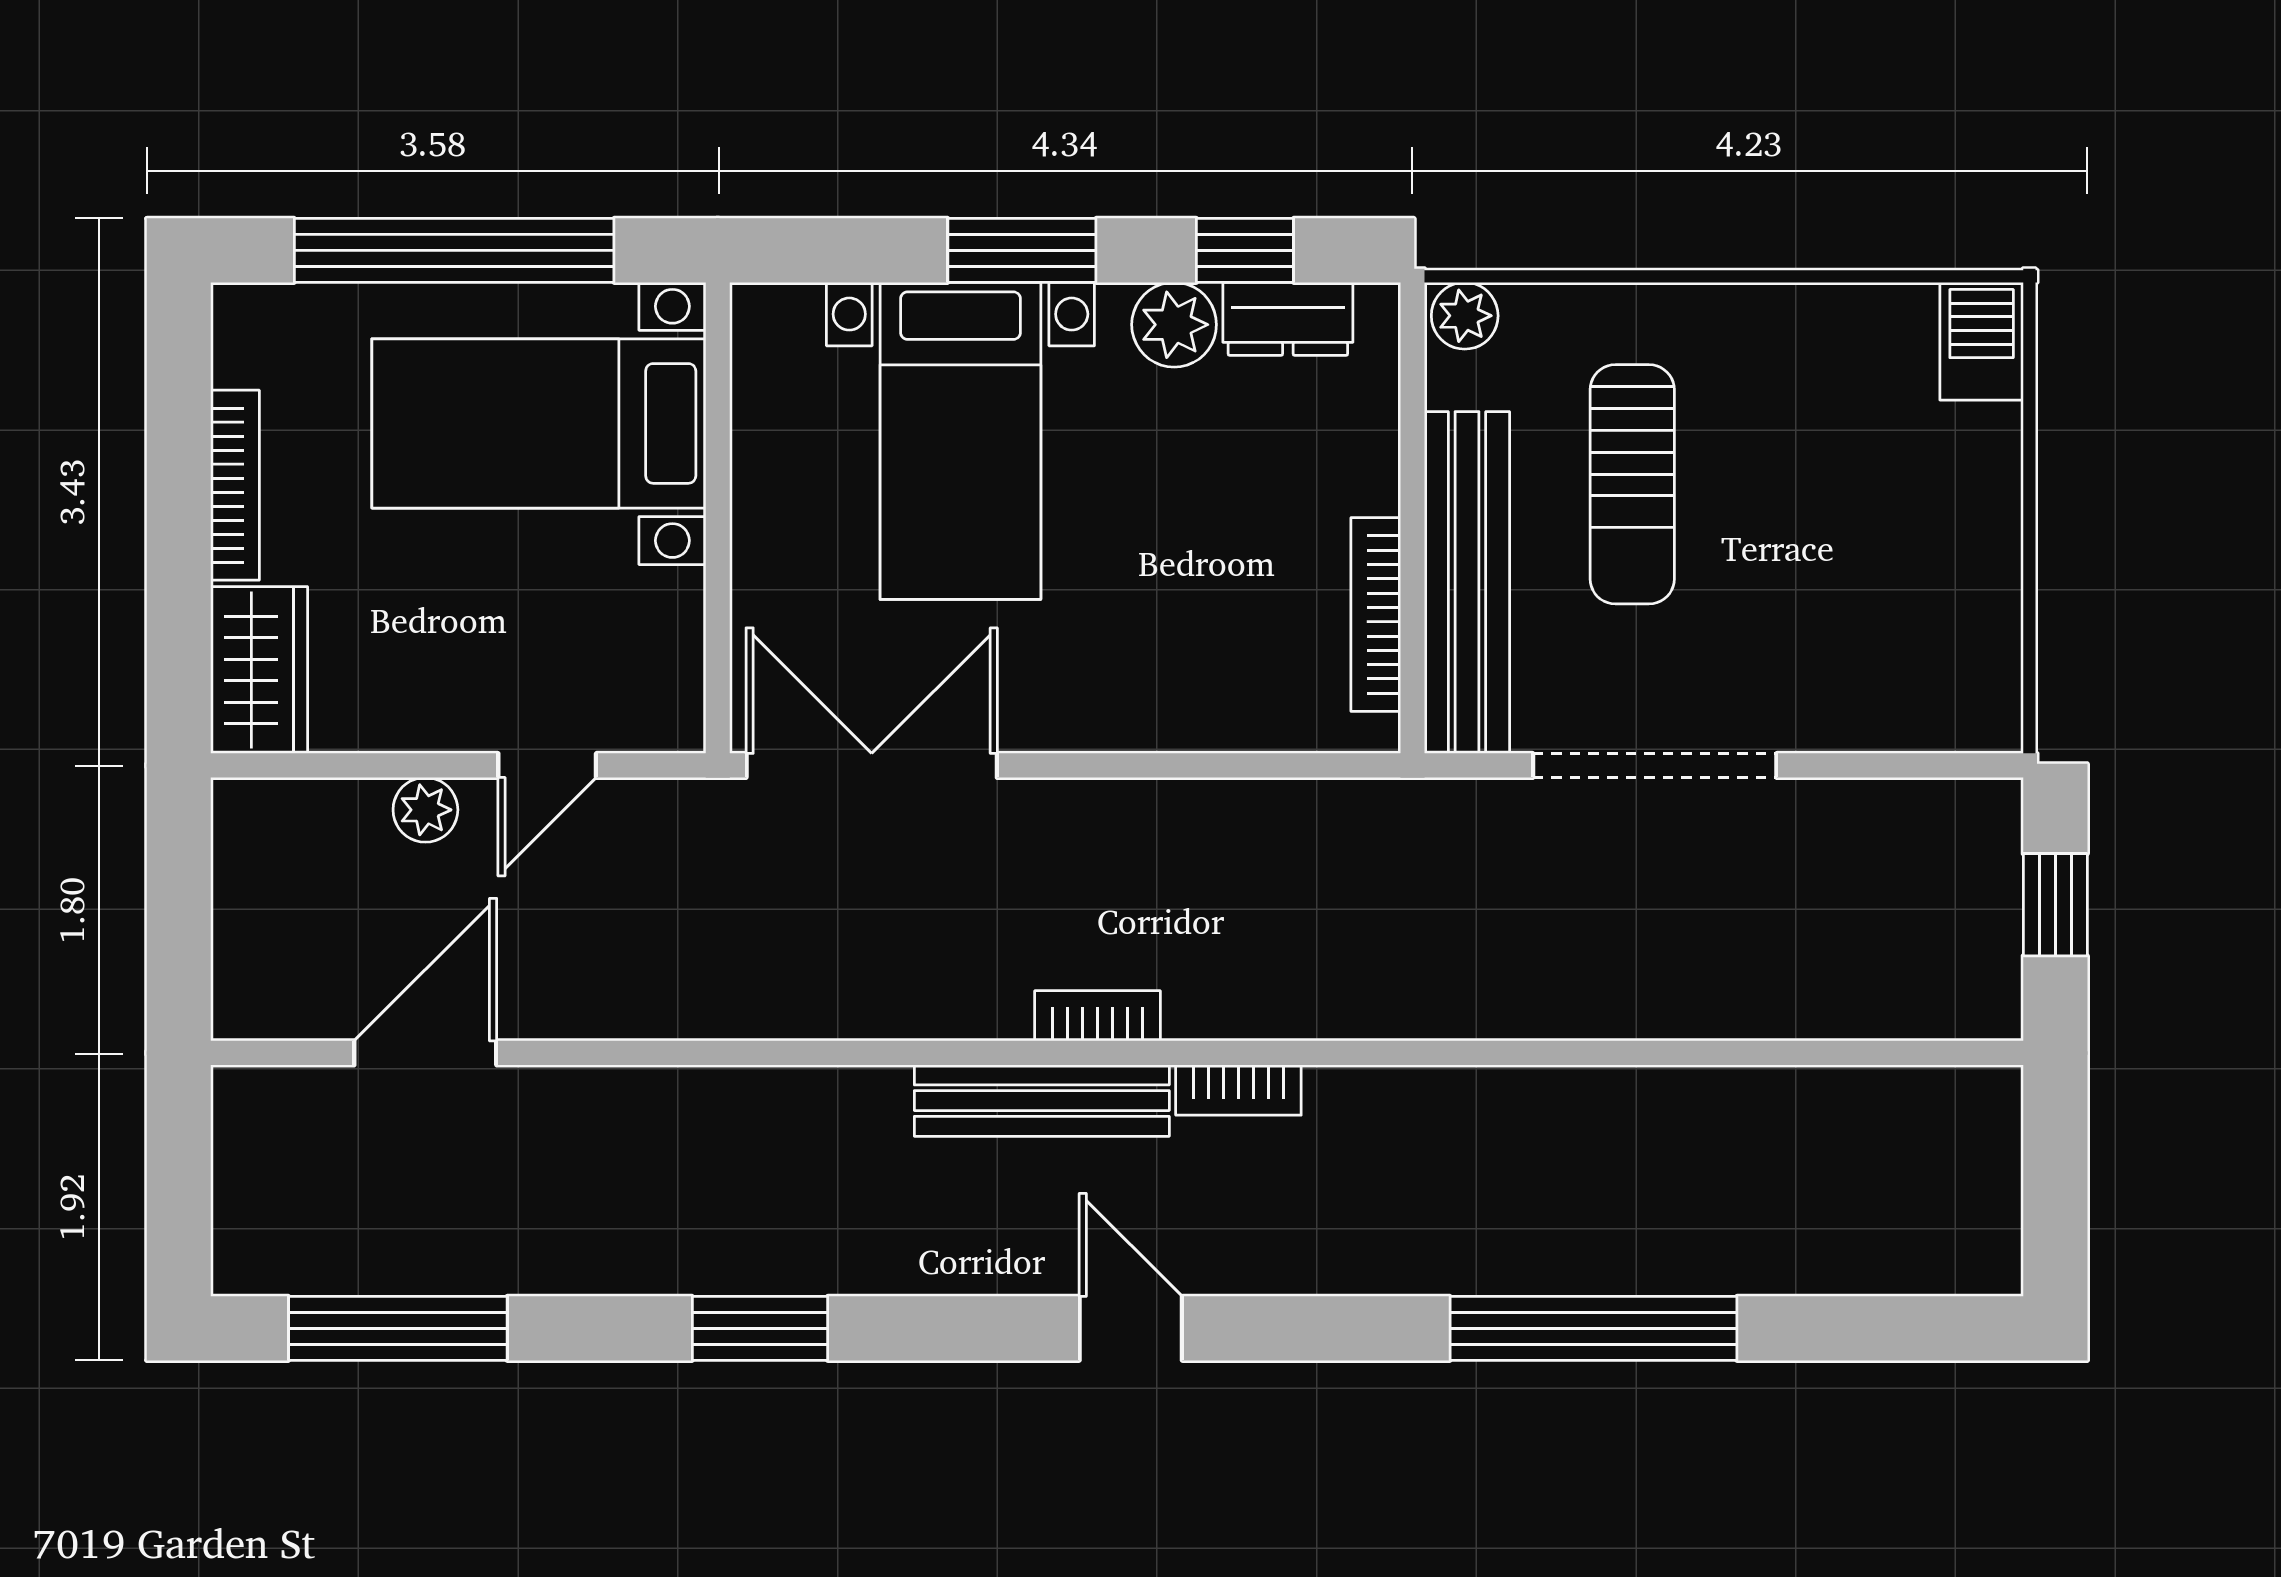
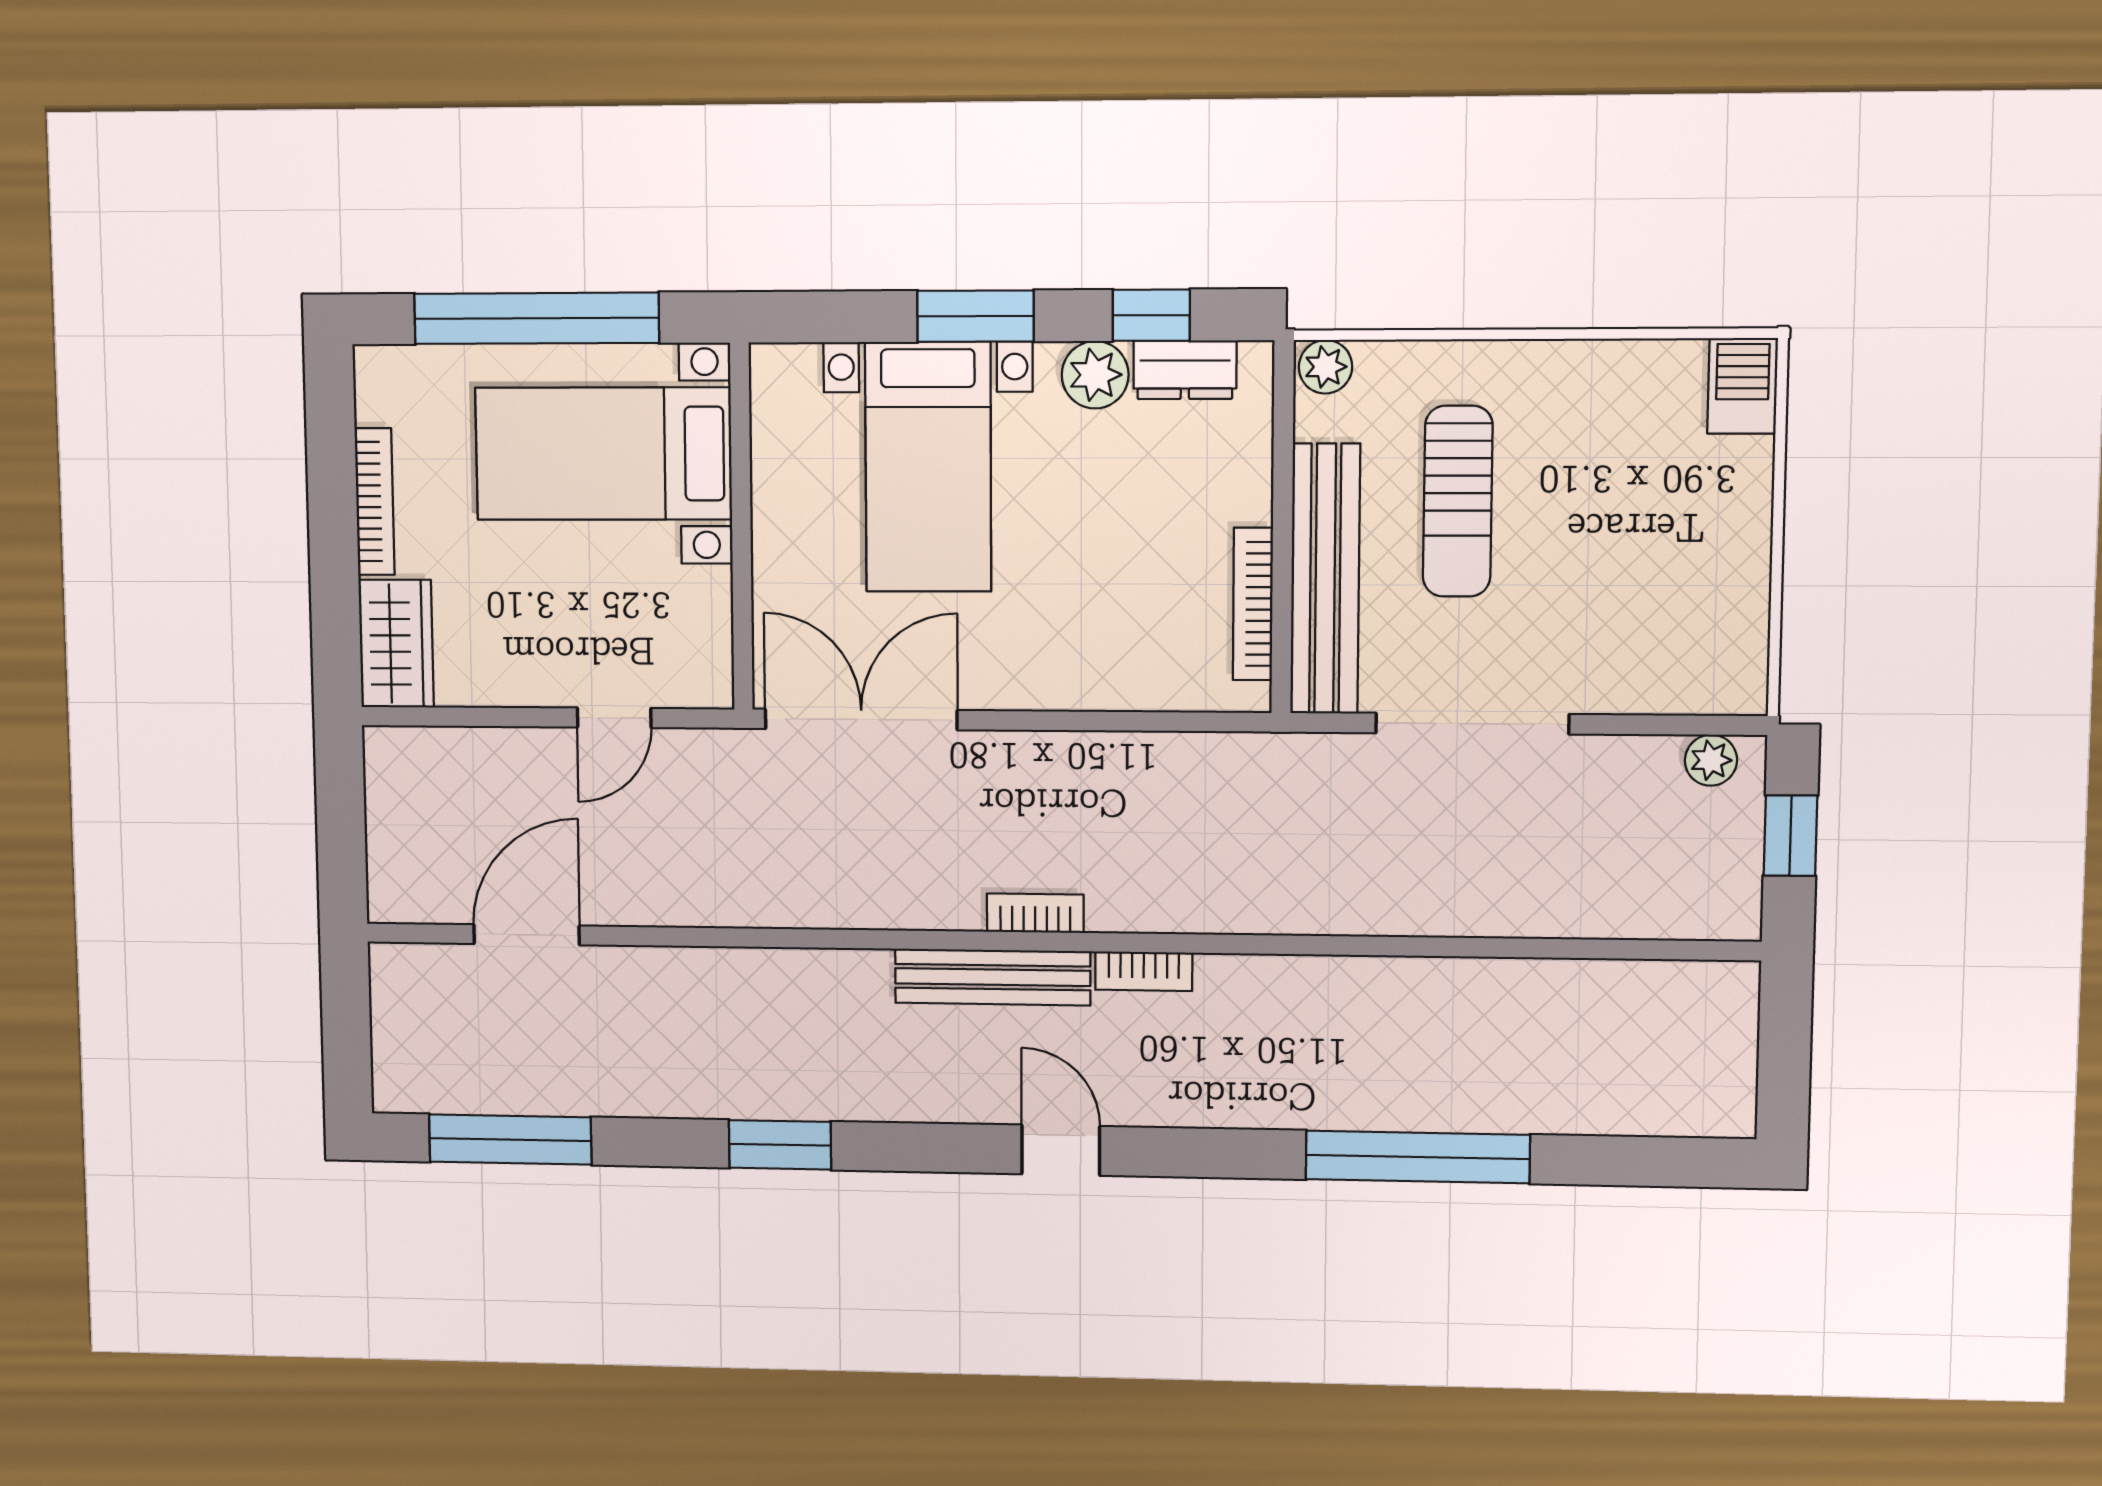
plant: (425, 810) -> (1711, 760), moved

